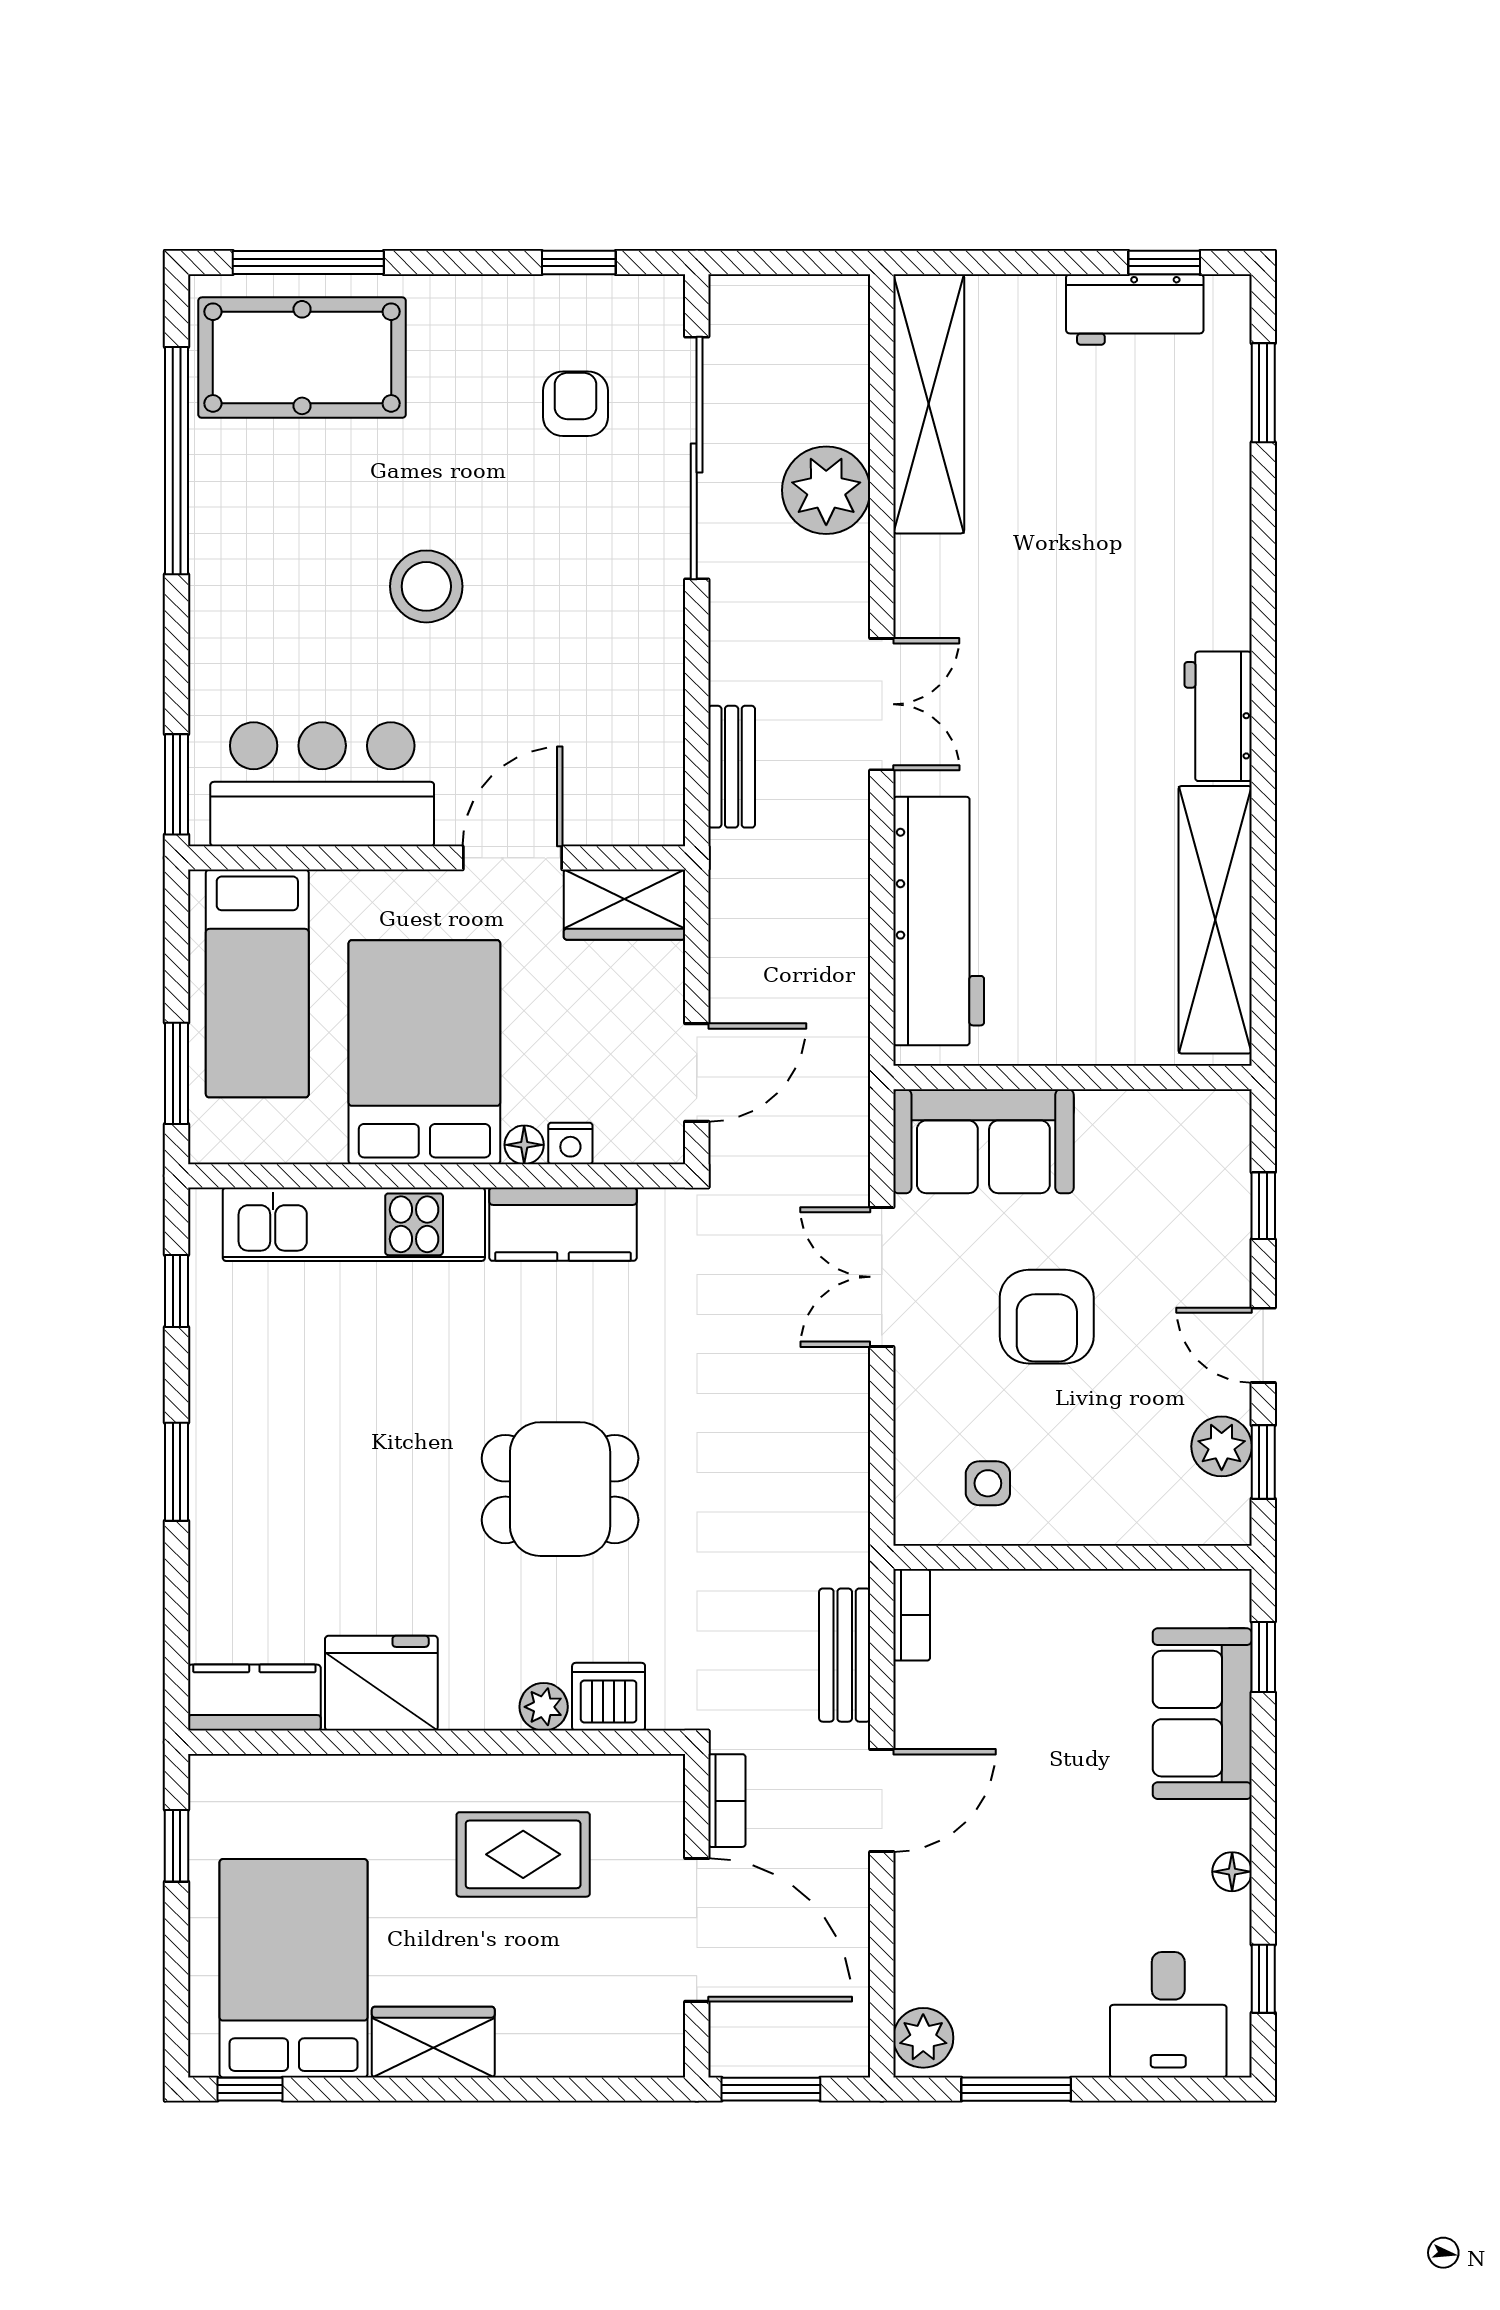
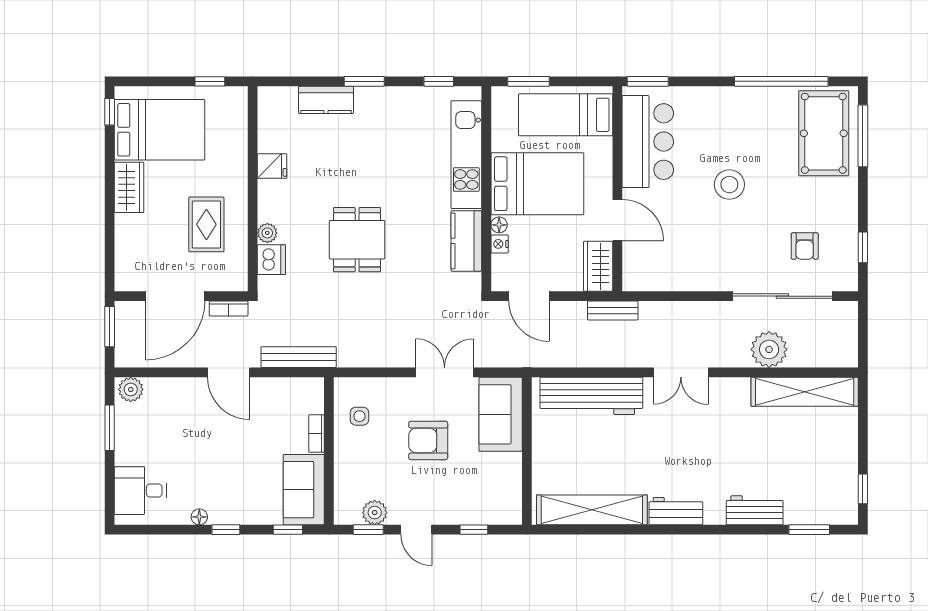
workbench: (1135, 309) -> (755, 510), moved, turned 90
armchair: (575, 404) -> (805, 246), turned 90
bench: (732, 767) -> (613, 310), moved
door: (1263, 1345) -> (416, 530), swing flipped
bookcase: (912, 1615) -> (317, 434), moved, turned 90
bench: (845, 1655) -> (299, 357), width x1.36
fridge: (381, 1683) -> (272, 166), width x0.53, depth x0.75
kitchen counter: (254, 1698) -> (326, 100), moved, turned 90
sofa: (1202, 1714) -> (304, 490), moved, turned -90
window: (1263, 1979) -> (226, 530), moved

